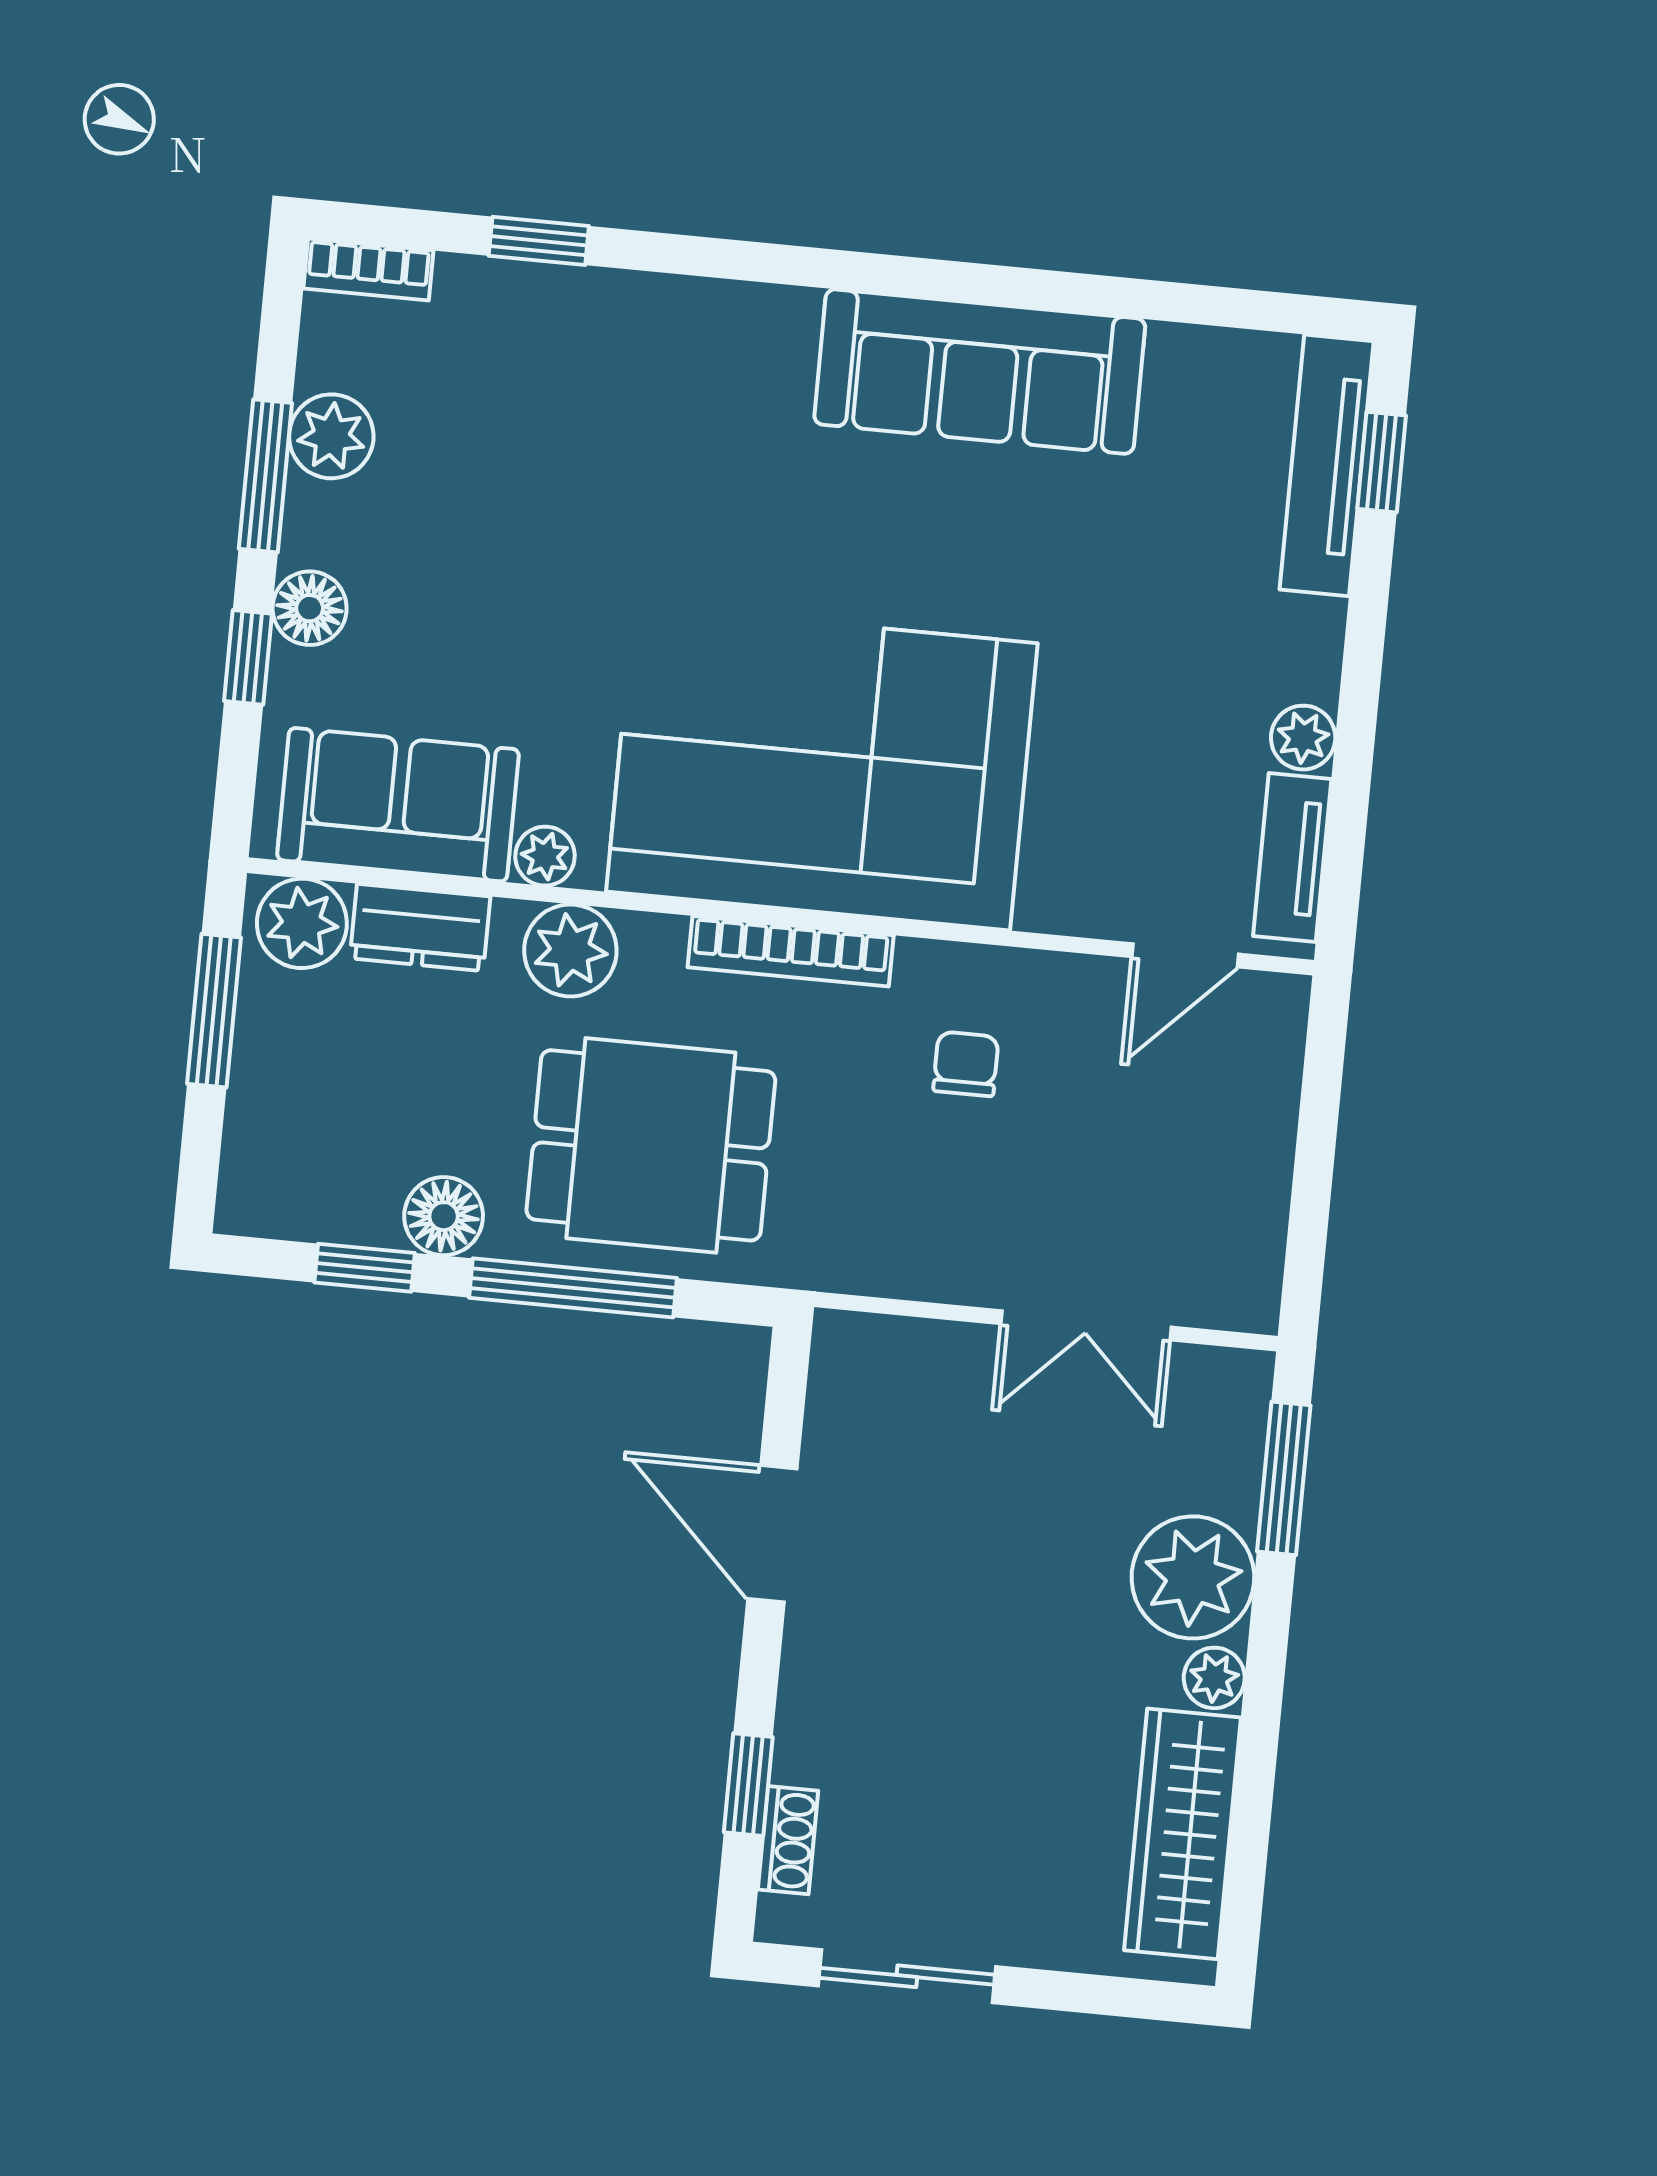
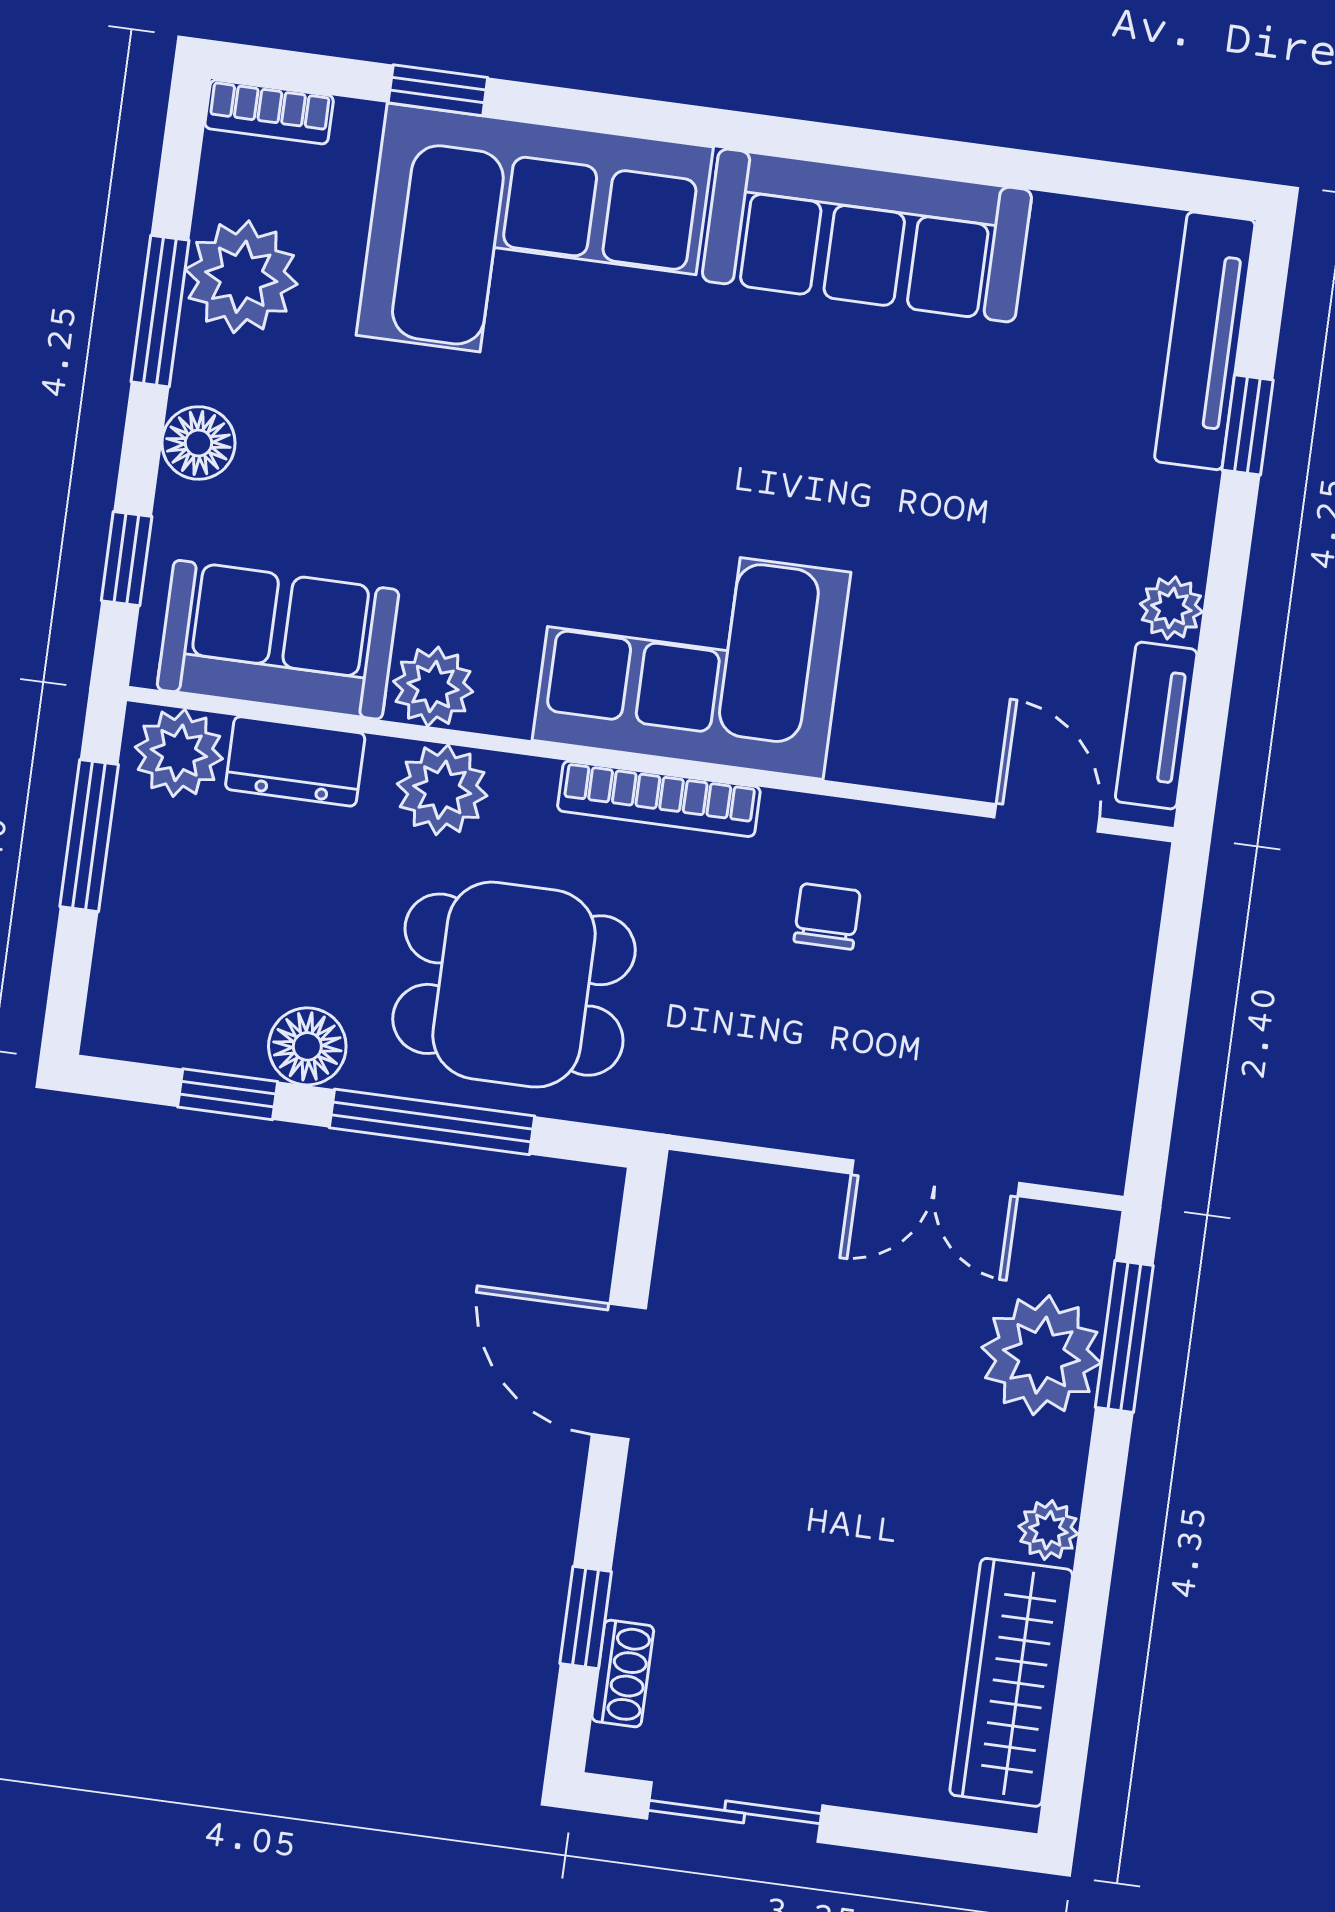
corner sofa: (643, 390) -> (535, 241), added
plant: (331, 436) -> (241, 277), width x1.36, depth x1.36
window: (1382, 462) -> (1247, 425), moved
window: (248, 657) -> (127, 559), moved
corner sofa: (822, 767) -> (692, 656), width x0.73, depth x0.74
plant: (545, 856) -> (433, 687), width x1.38, depth x1.38
door: (1185, 955) -> (1047, 818), swing flipped
plant: (1193, 1577) -> (1041, 1355), moved

